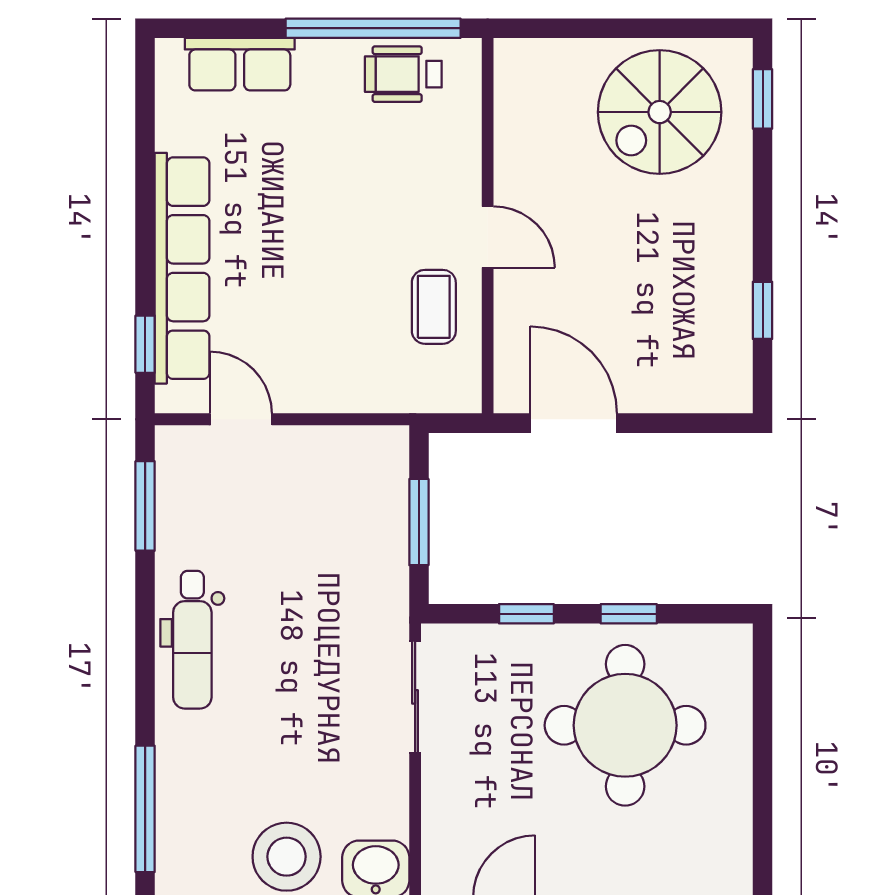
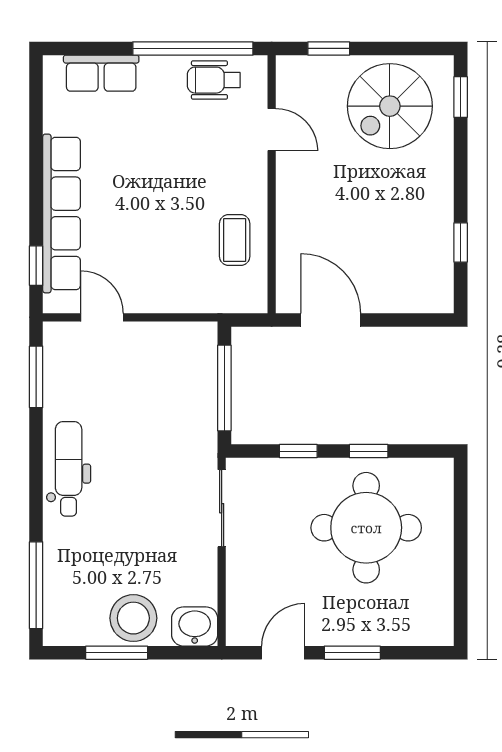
window: (571, 28) -> (329, 48), added
door: (488, 237) -> (272, 130), moved
window: (419, 522) -> (224, 388), width x1.44
dental chair: (192, 640) -> (69, 469), turned 180

